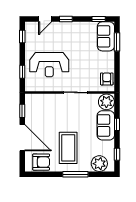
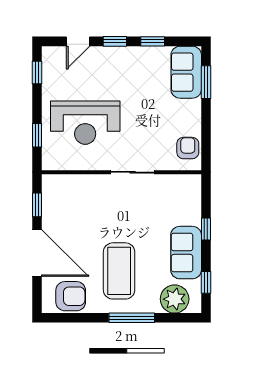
window: (99, 19) -> (153, 41), moved
plant: (106, 102) -> (187, 189), removed
sofa: (106, 125) -> (186, 253), moved

